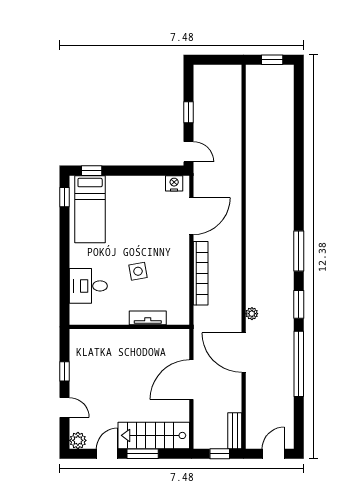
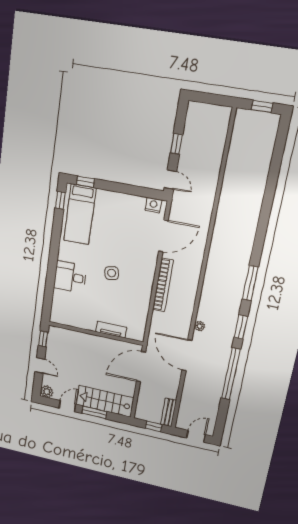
tv unit: (148, 318) -> (111, 330), moved
wall: (129, 327) -> (96, 333), moved

